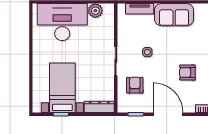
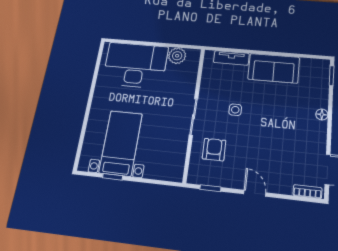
armchair: (187, 73) -> (285, 140), removed
dresser: (99, 107) -> (164, 173), removed
door: (168, 114) -> (255, 193), width x0.53

